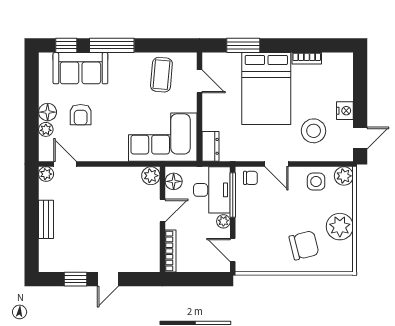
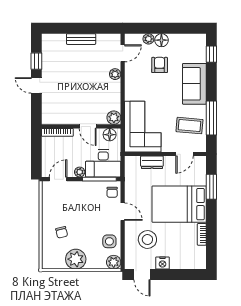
window: (112, 45) -> (211, 118), moved
sofa: (80, 68) -> (194, 84), moved
armchair: (81, 115) -> (160, 65), turned 90
dresser: (211, 146) -> (152, 162), moved
door: (276, 164) -> (123, 212), swing flipped
plant: (46, 174) -> (115, 74), moved
chair: (304, 245) -> (62, 232), width x0.54, depth x0.54

